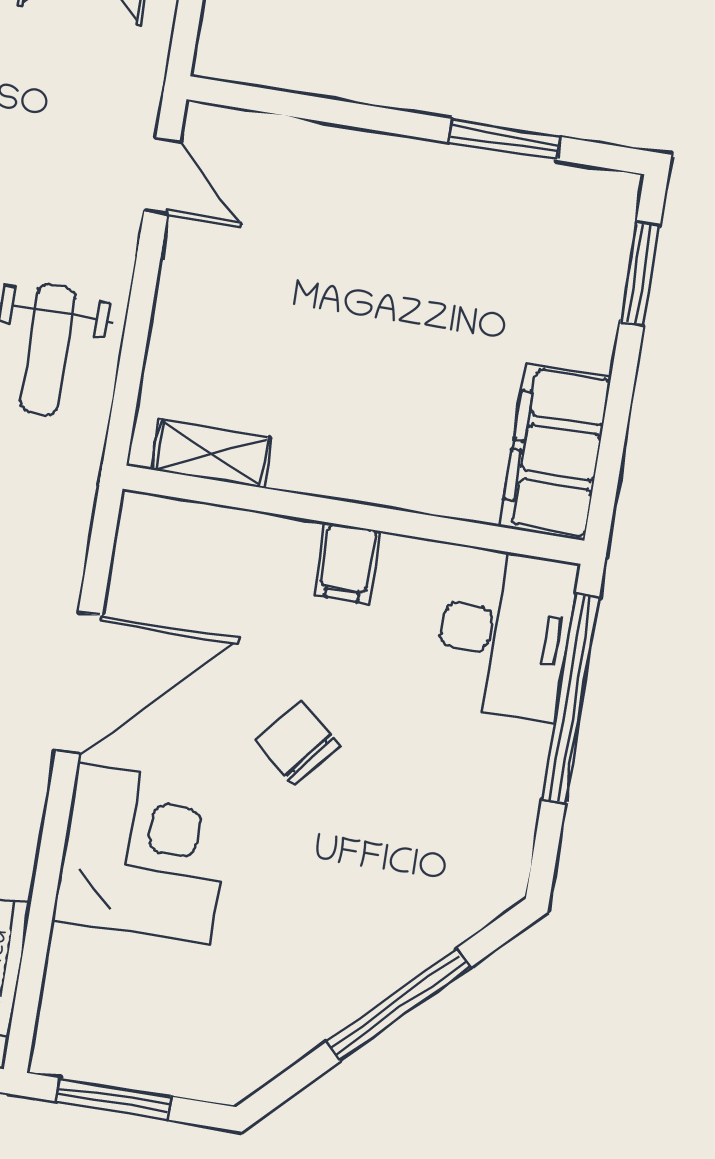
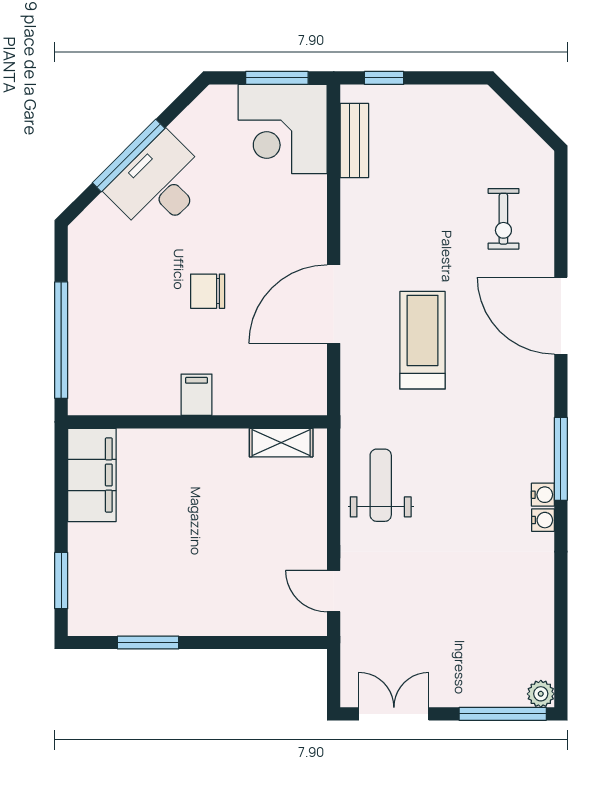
desk: (505, 633) -> (159, 184), moved, turned 45
chair: (298, 742) -> (208, 291), turned 141
corner desk: (144, 853) -> (283, 129), moved

